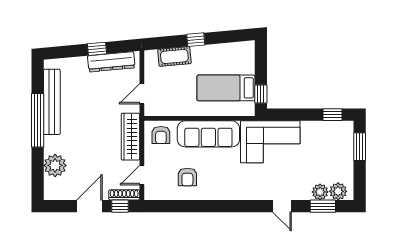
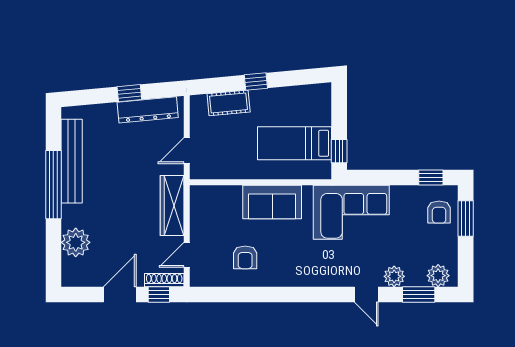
sofa: (208, 134) -> (272, 202), width x0.73
armchair: (161, 135) -> (439, 212), moved
plant: (320, 192) -> (394, 276), moved

